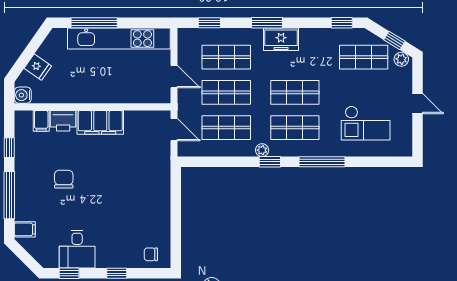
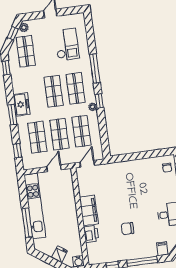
filing cabinet: (41, 121) -> (93, 248), removed

